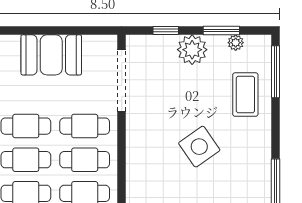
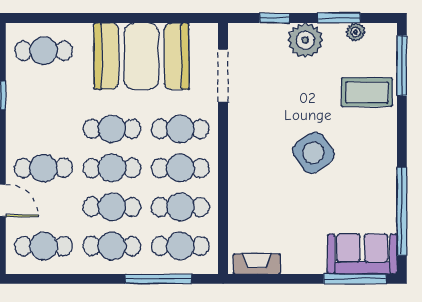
booth: (51, 55) -> (141, 56), width x1.36, depth x1.42
doorway: (122, 80) -> (223, 76), width x0.73
coffee table: (245, 95) -> (367, 92), turned 90

